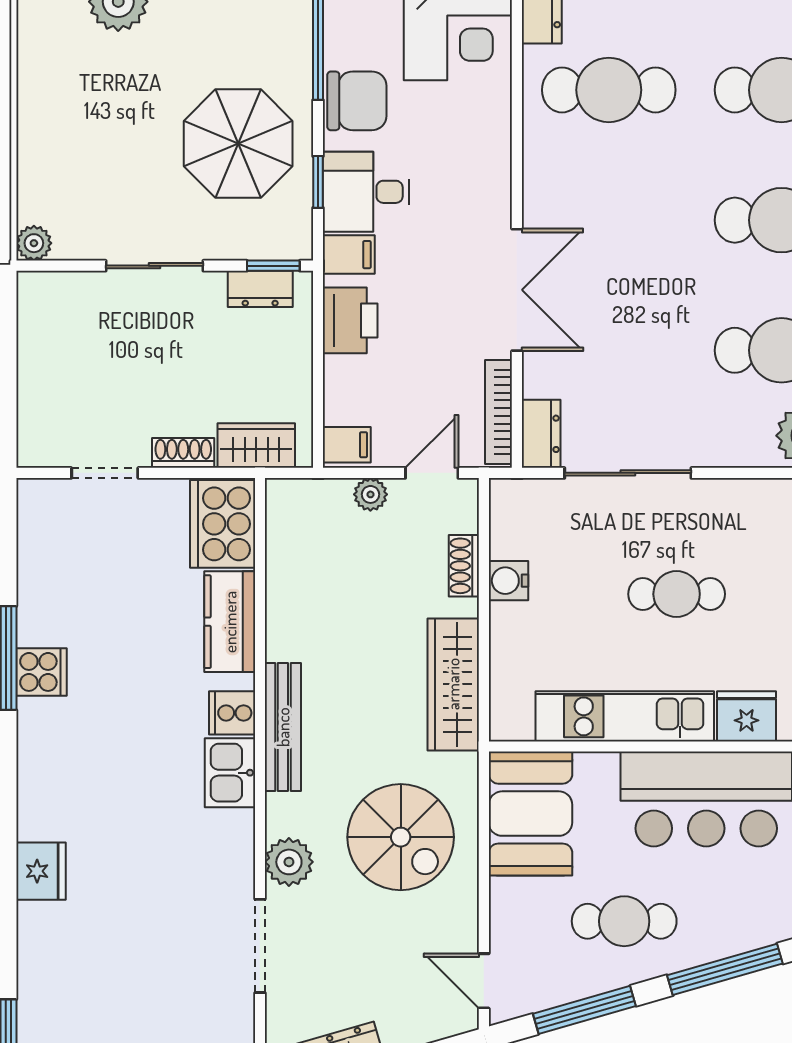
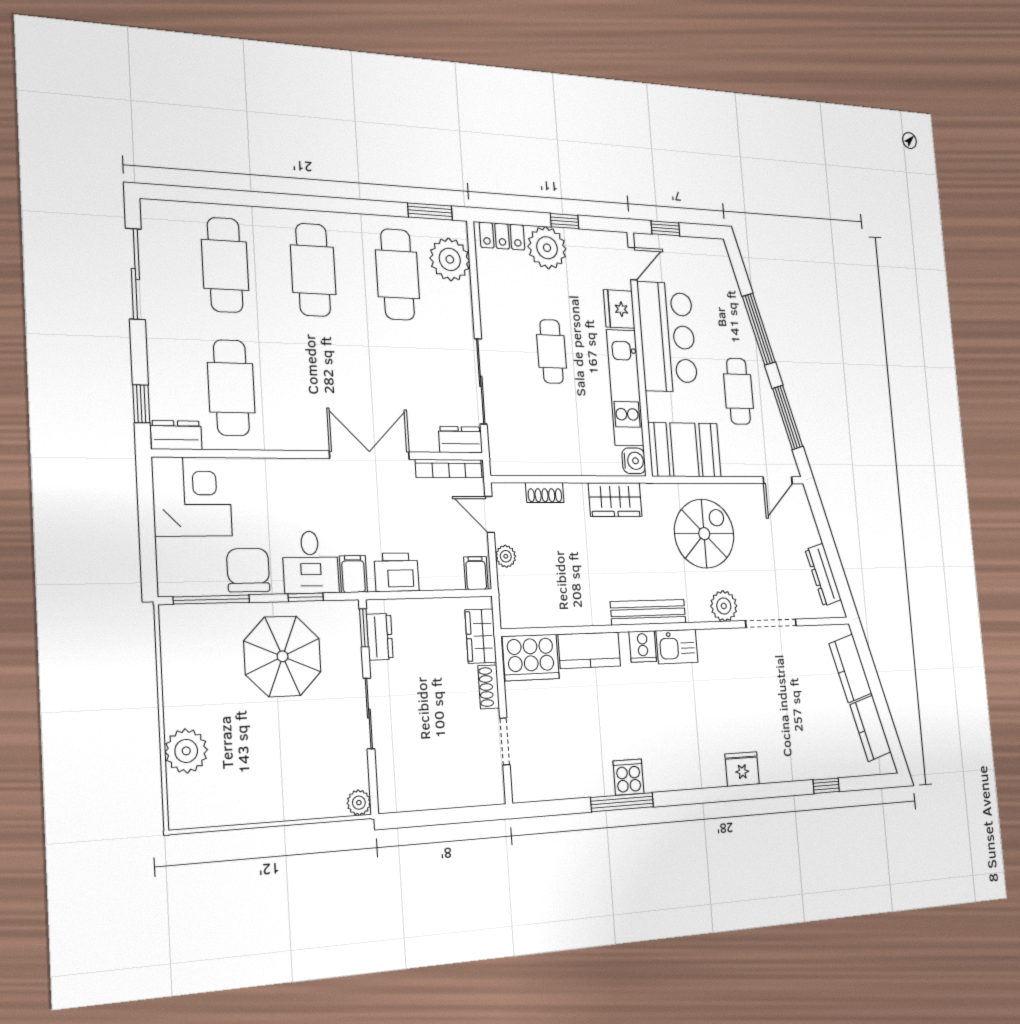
water cooler: (508, 581) -> (634, 461), moved, turned -90
wardrobe: (453, 684) -> (615, 500), width x0.67

